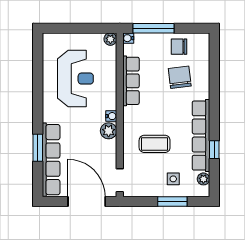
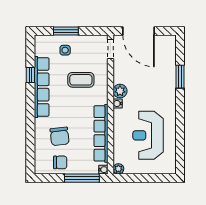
row of seats: (131, 81) -> (101, 133), width x1.36
row of seats: (51, 160) -> (169, 67), removed
plant: (203, 179) -> (39, 50), removed

